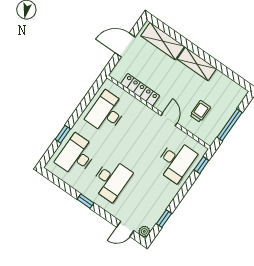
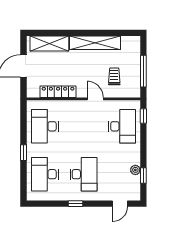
shelving: (197, 64) -> (95, 43), width x1.47
window: (63, 134) -> (24, 153), moved
plant: (144, 231) -> (135, 170), moved

